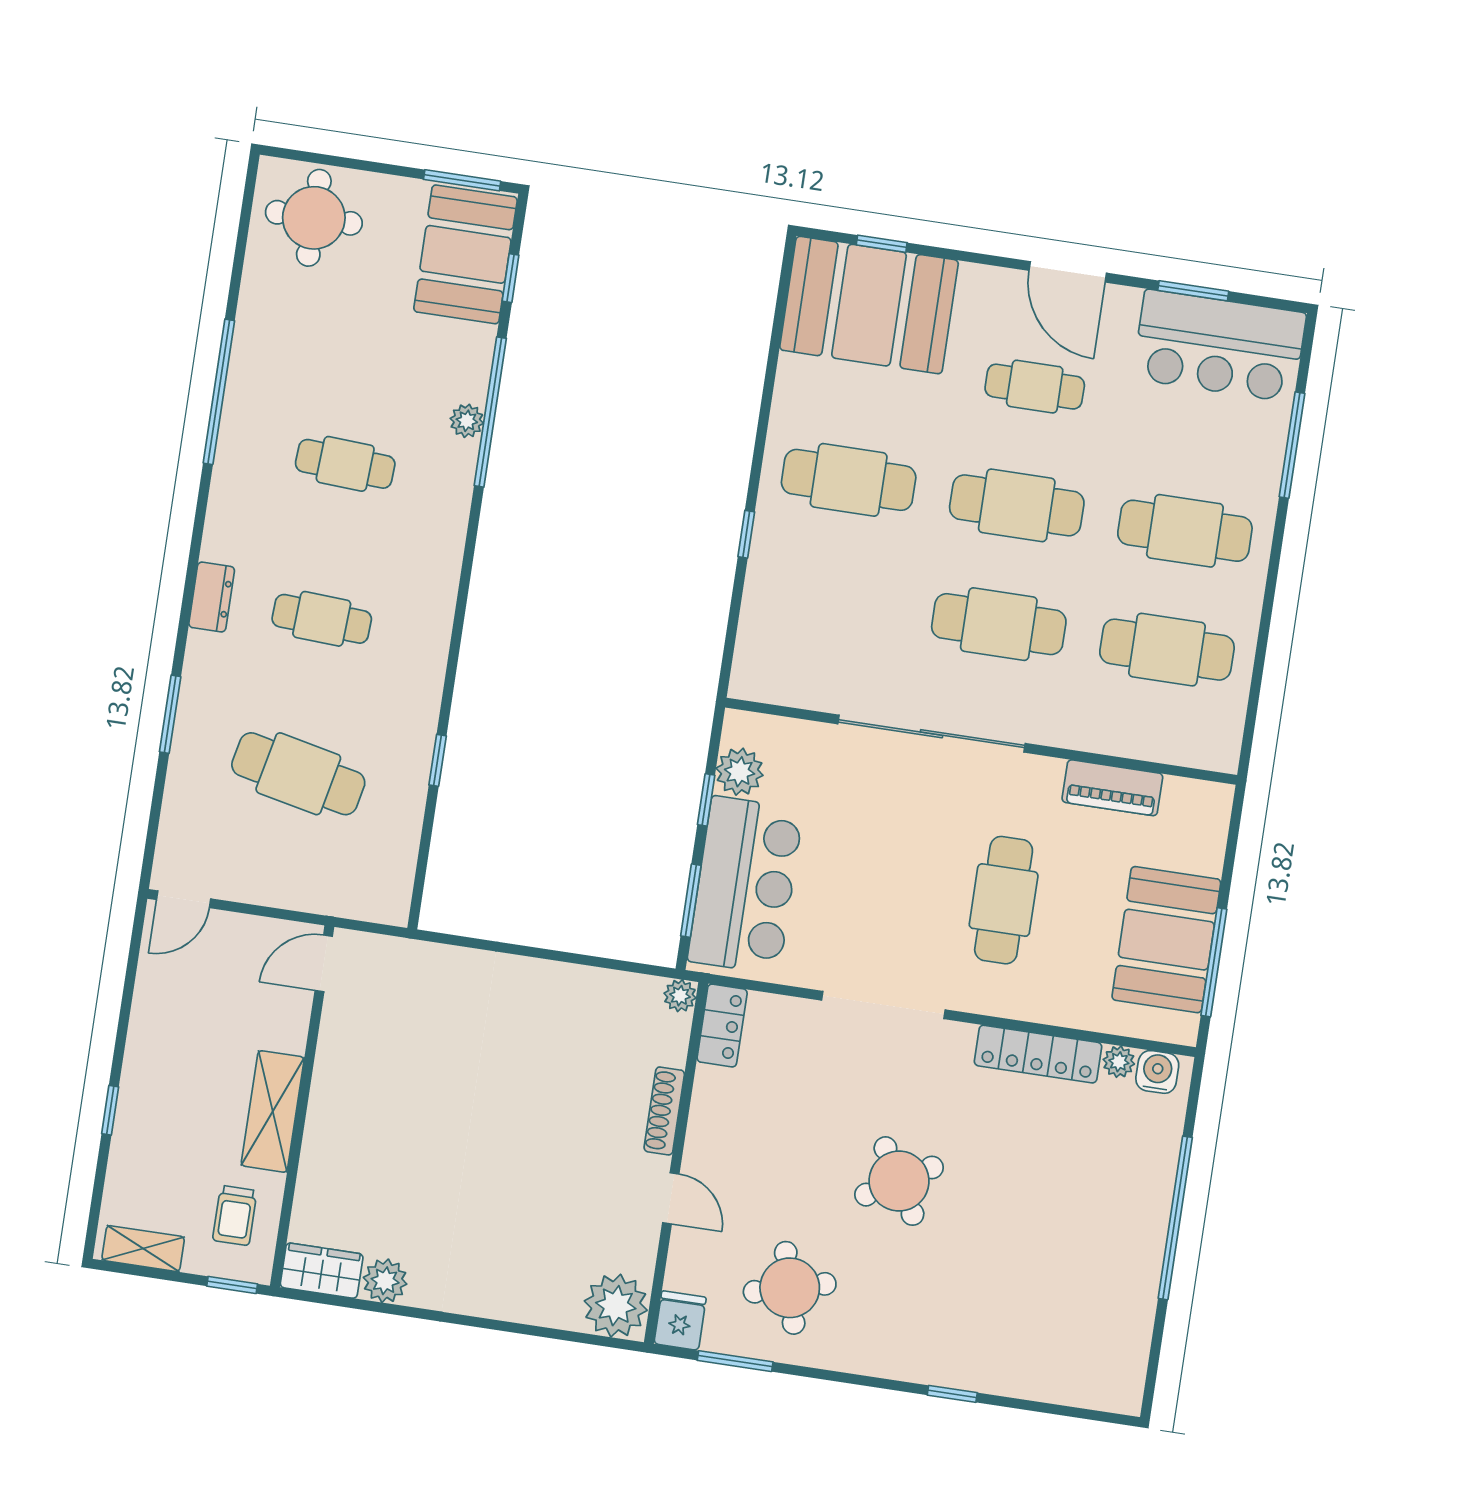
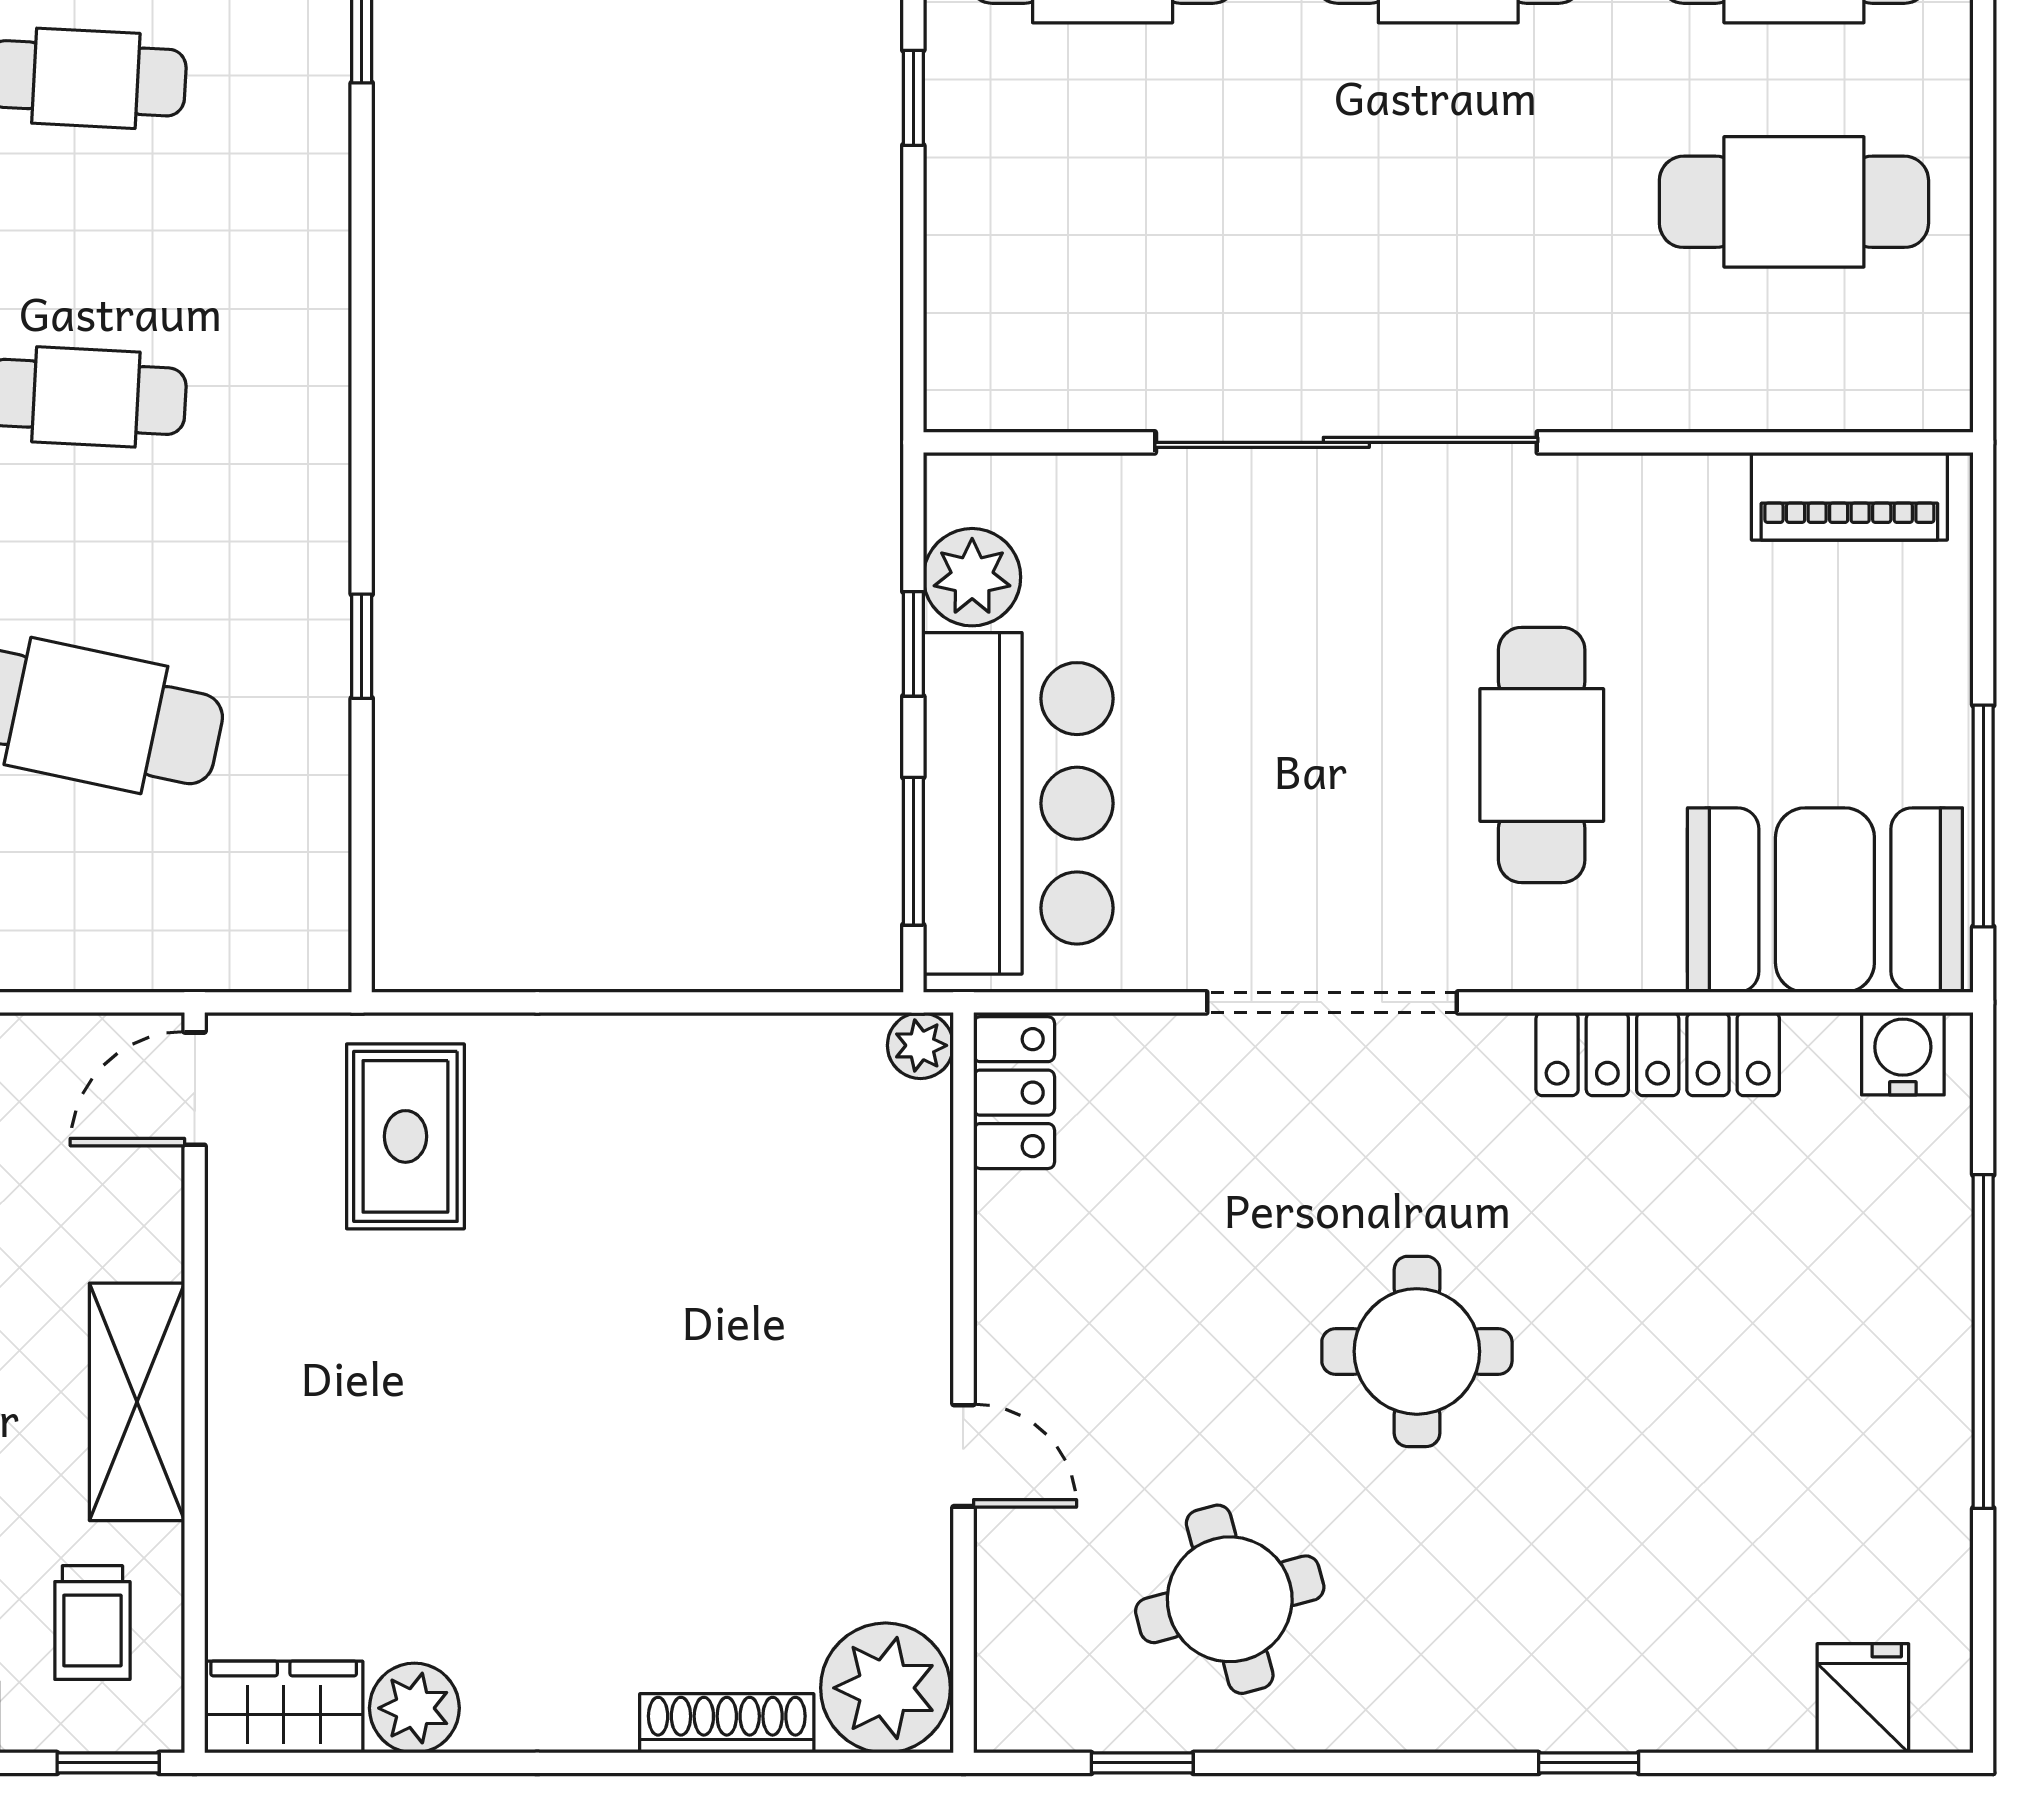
cafe table: (999, 624) -> (1448, 202), removed
piano: (1112, 788) -> (1849, 496), moved
booth: (1166, 940) -> (1825, 900), moved, turned 90
rug: (423, 1002) -> (405, 1136), added
plant: (1119, 1062) -> (1823, 1045), removed
shoe rack: (664, 1111) -> (727, 1723), moved, turned 90
round table: (899, 1181) -> (1417, 1351), turned 31
fridge: (680, 1321) -> (1863, 1698), moved
window: (735, 1361) -> (1142, 1763), width x0.67

